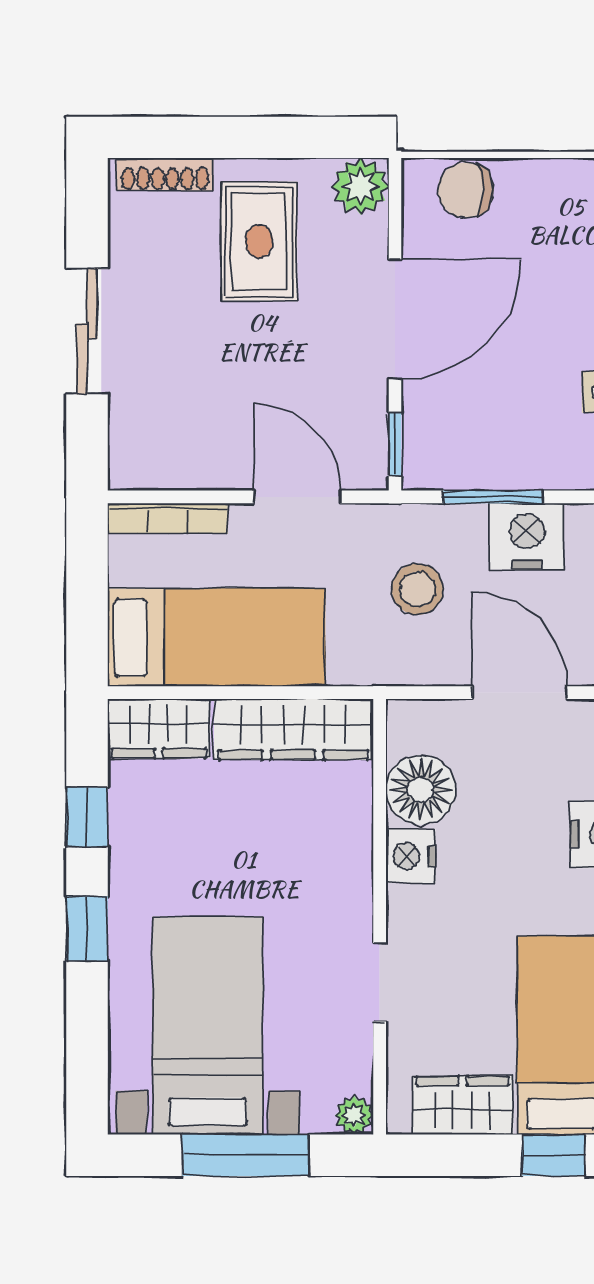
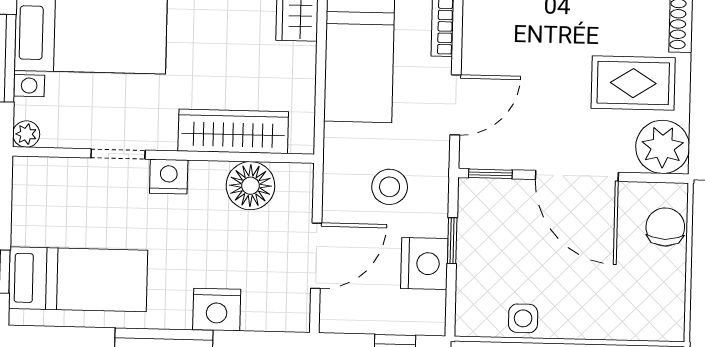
plant: (361, 186) -> (663, 147), width x1.36, depth x1.36
window: (493, 497) -> (452, 241), width x0.67
wardrobe: (293, 729) -> (233, 131), moved, turned 90
nightstand: (411, 856) -> (169, 177), moved
wardrobe: (463, 1105) -> (31, 209), removed

